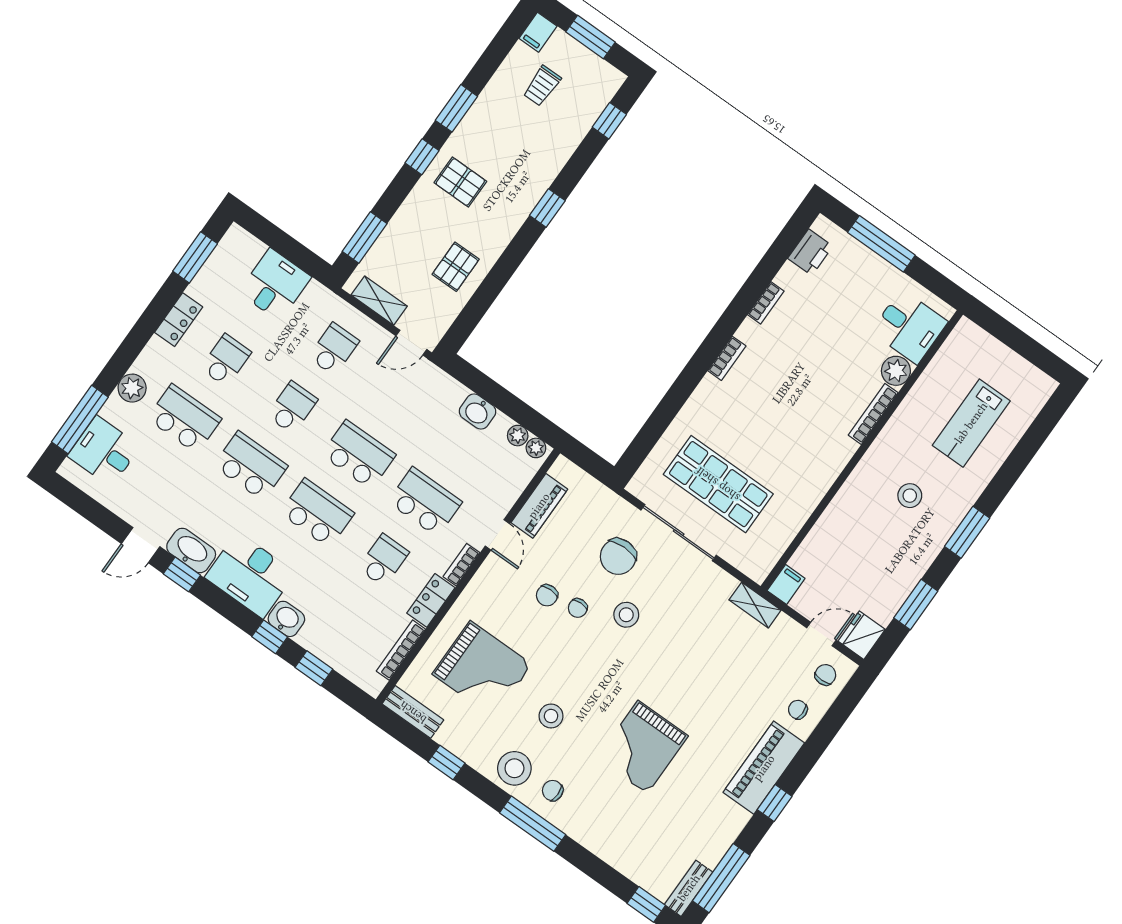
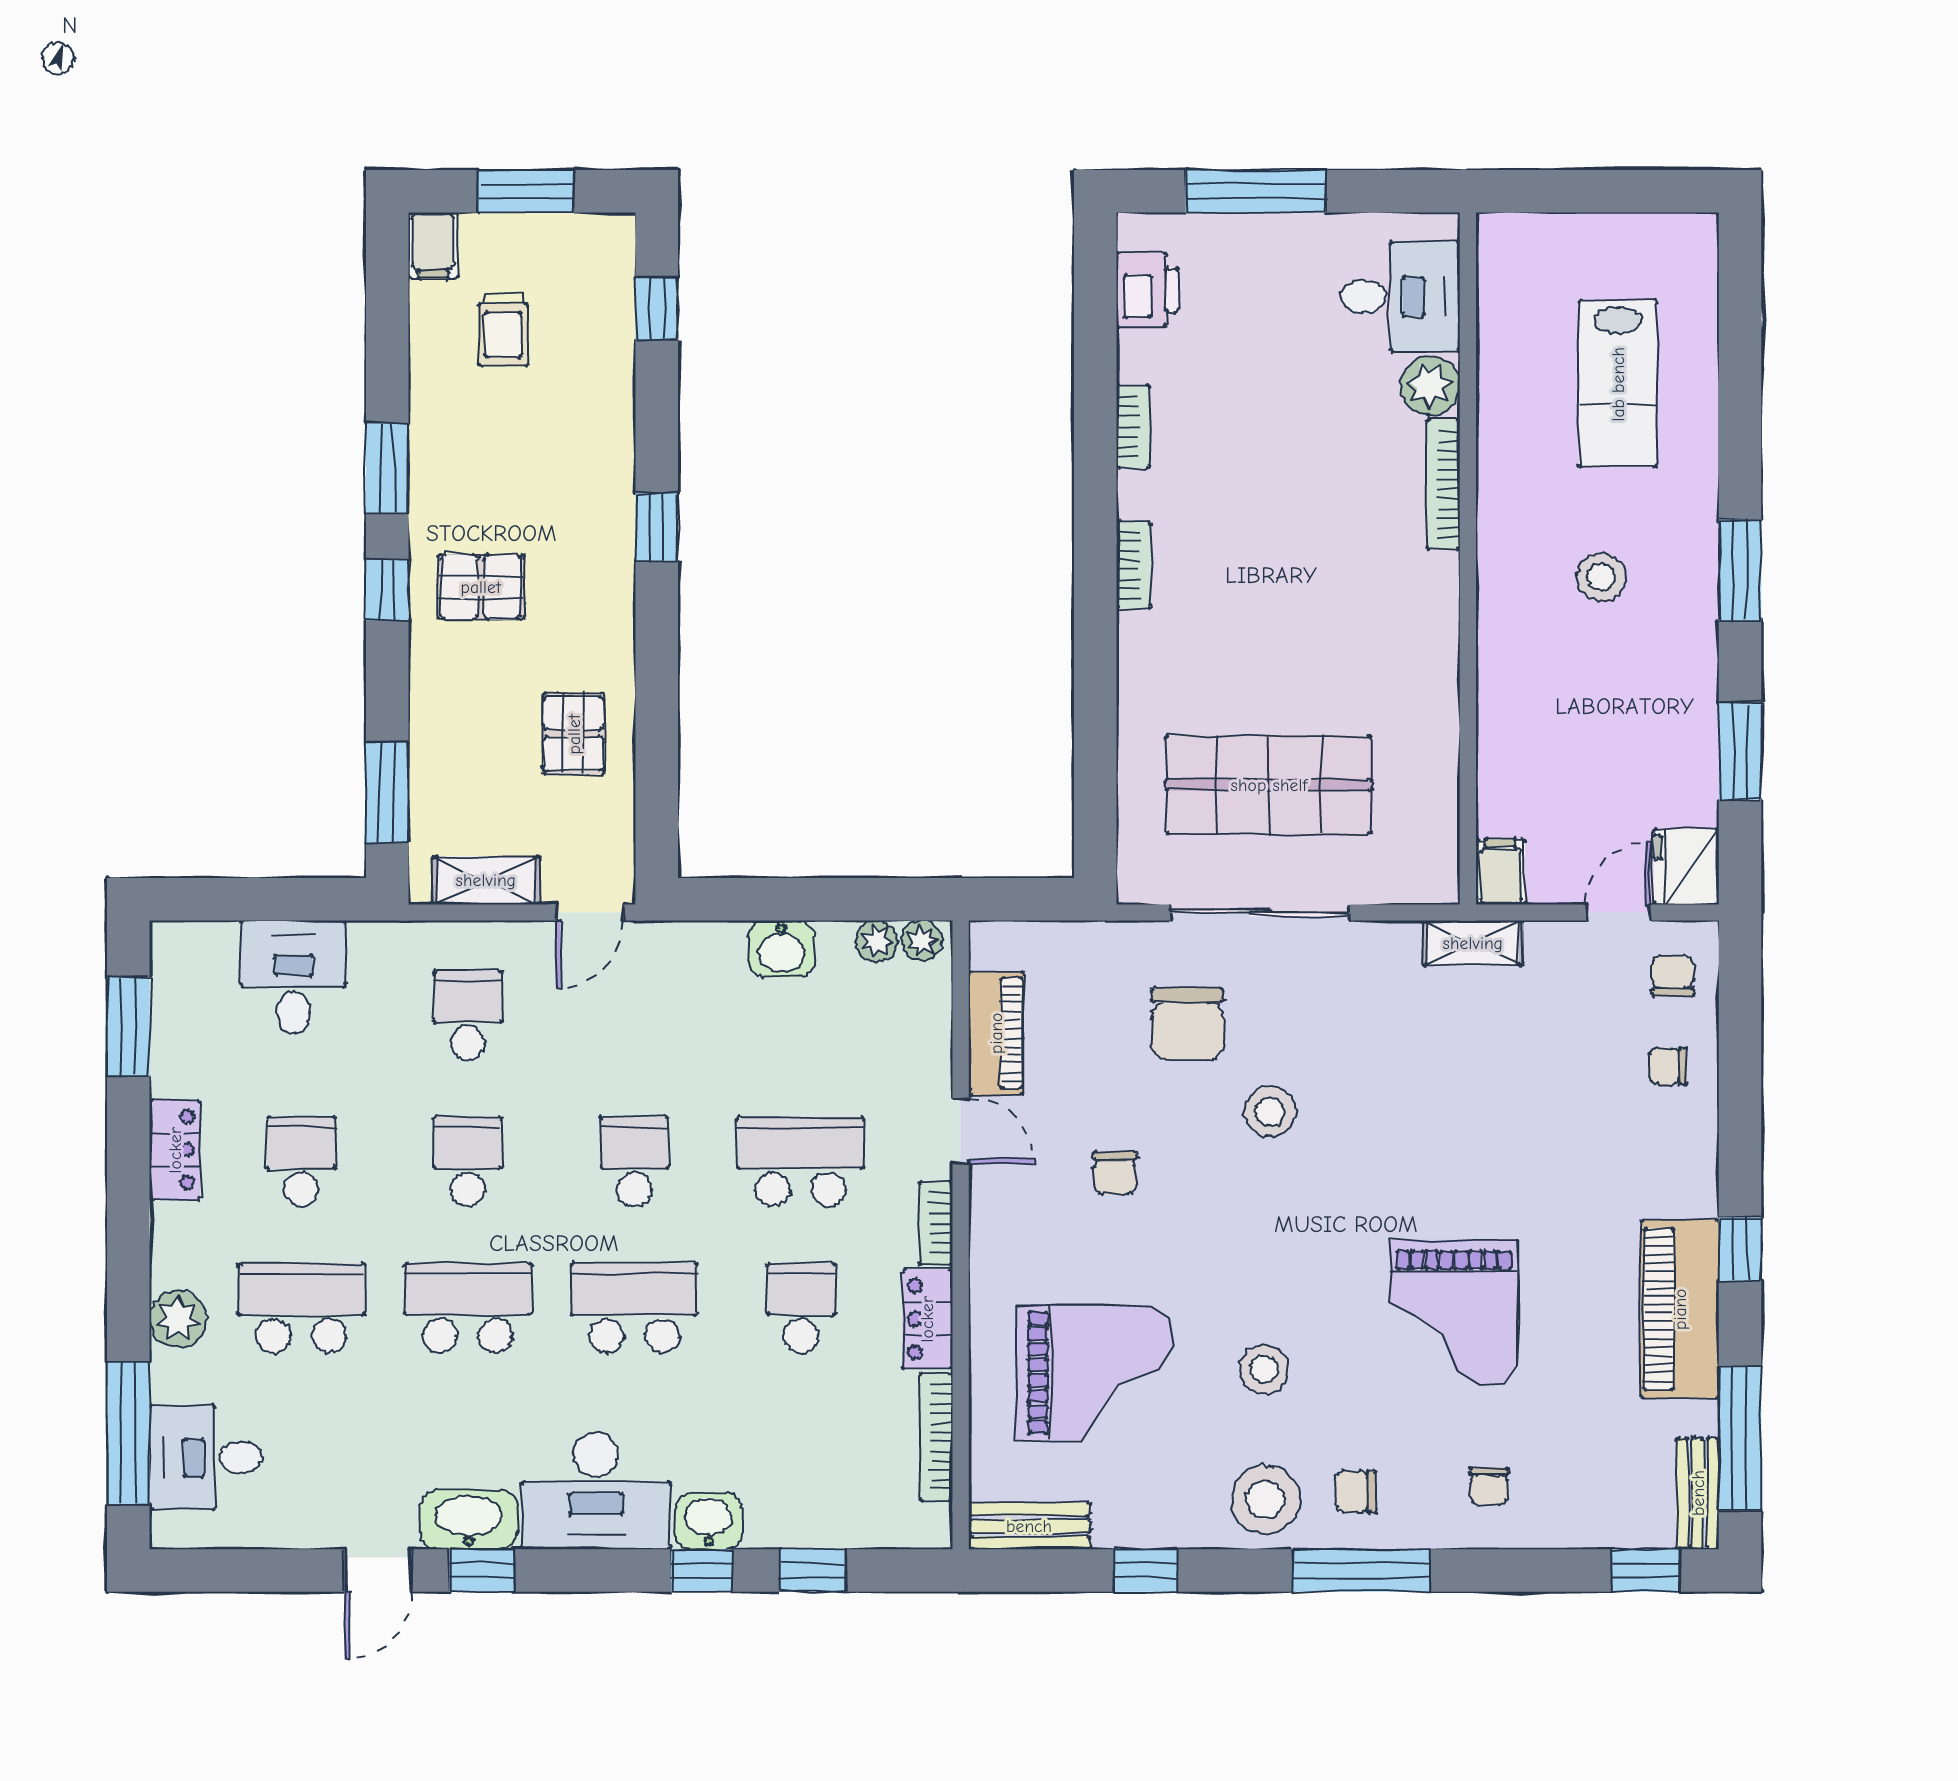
school desk: (359, 455) -> (634, 1162), width x0.54
chair: (578, 608) -> (1489, 1486), moved
piano: (764, 768) -> (1680, 1309), moved

